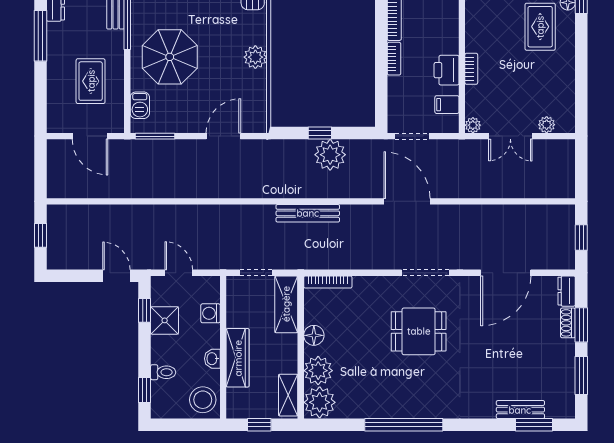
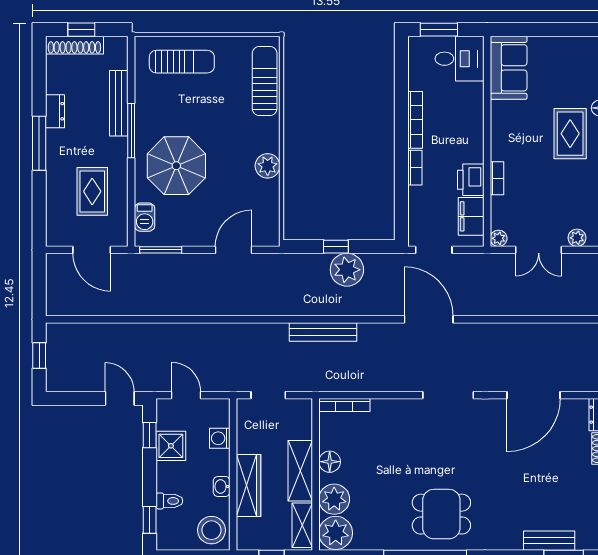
filing cabinet: (447, 105) -> (471, 216), width x2.00
shelving: (286, 304) -> (300, 471), moved
dining table: (419, 331) -> (441, 514), moved

